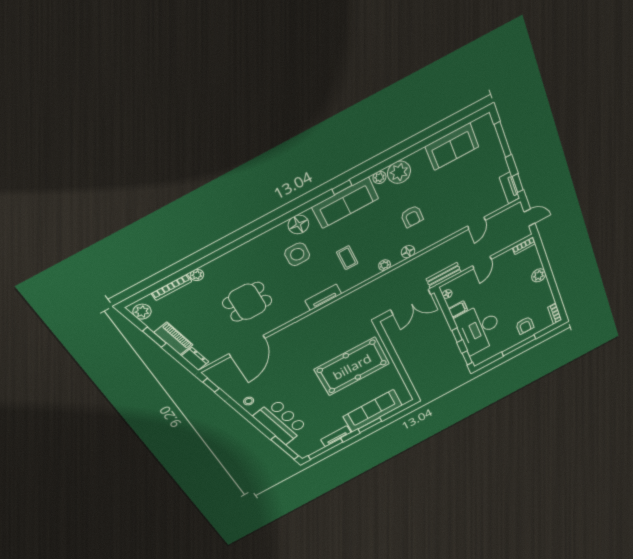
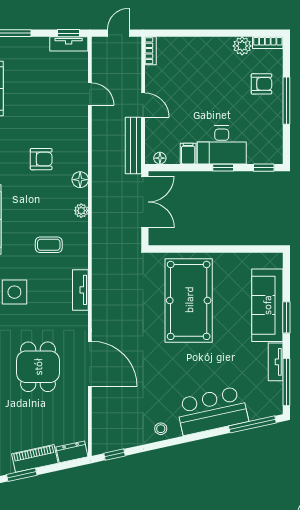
bench: (444, 275) -> (133, 146), width x1.36
plant: (539, 275) -> (242, 46), moved
desk: (479, 329) -> (222, 145), width x0.73, depth x0.77
door: (247, 346) -> (90, 364), moved

